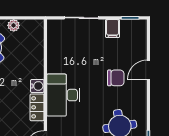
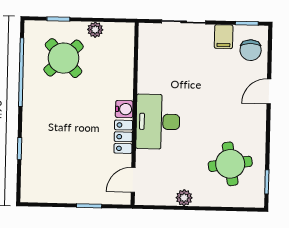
chair: (116, 78) -> (251, 50), moved, turned 90

